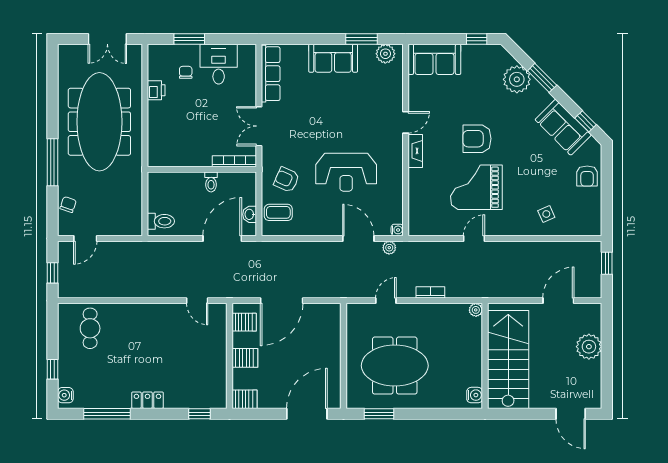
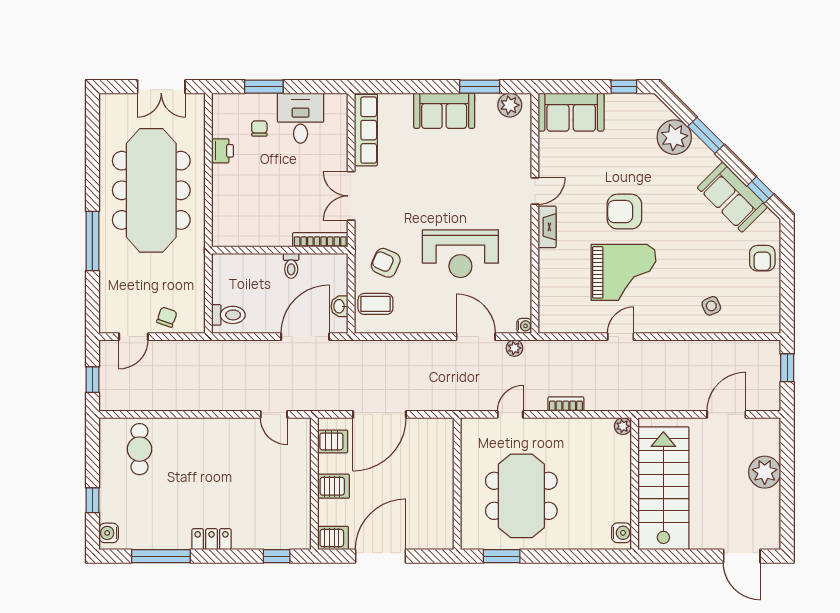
grand piano: (476, 187) -> (624, 272), turned 180
chair: (68, 205) -> (167, 317), moved
meeting table: (395, 366) -> (521, 496), turned 90
door: (307, 414) -> (381, 556), moved

